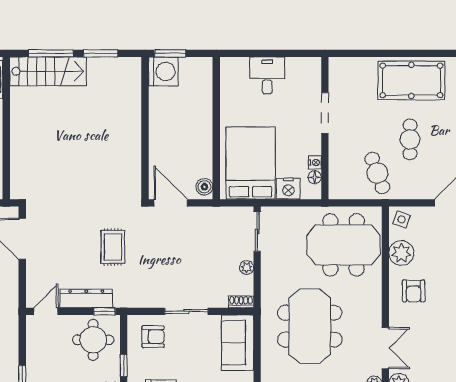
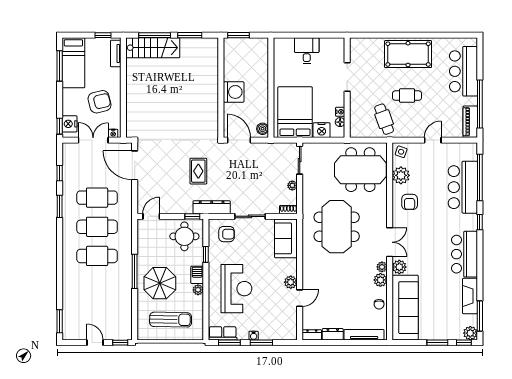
washing machine: (163, 71) -> (234, 92), moved
cafe table: (410, 139) -> (407, 96), turned 90
dresser: (86, 298) -> (212, 207), moved

